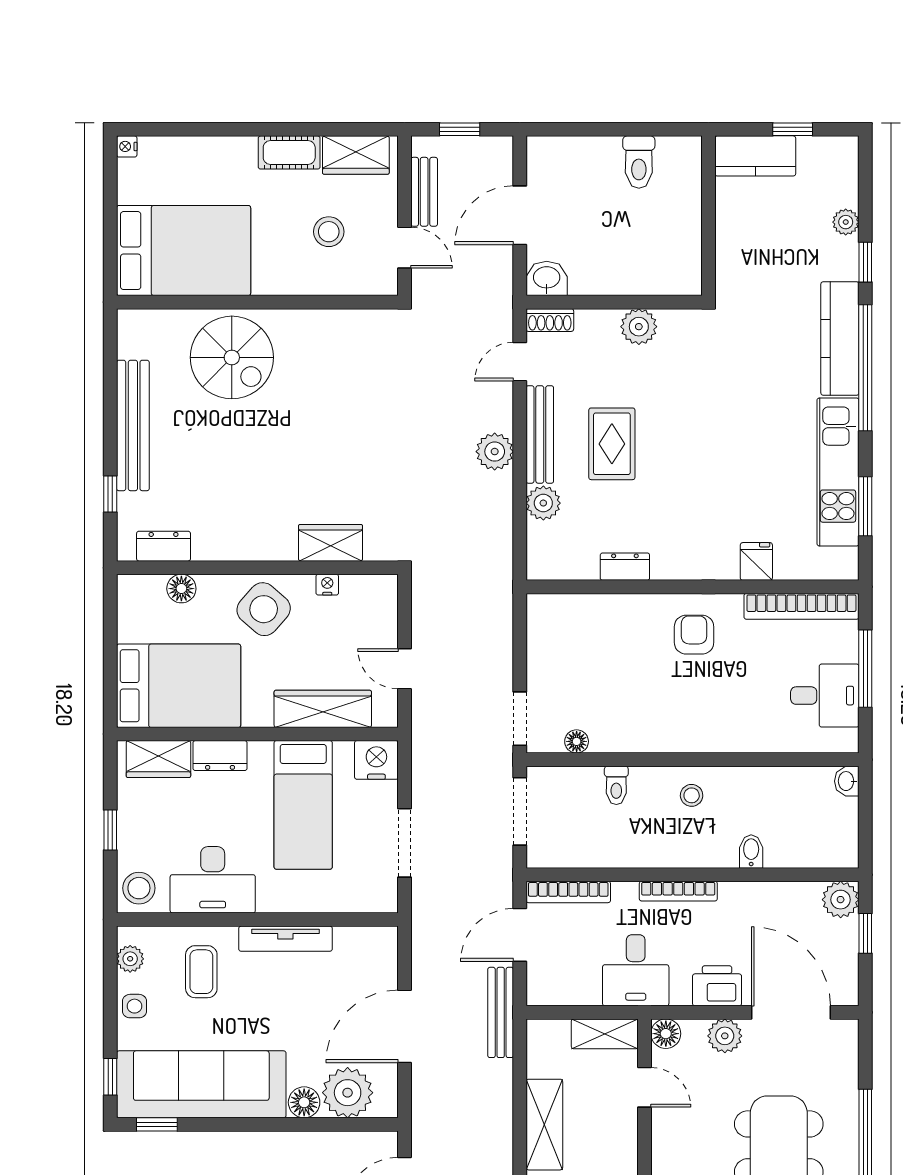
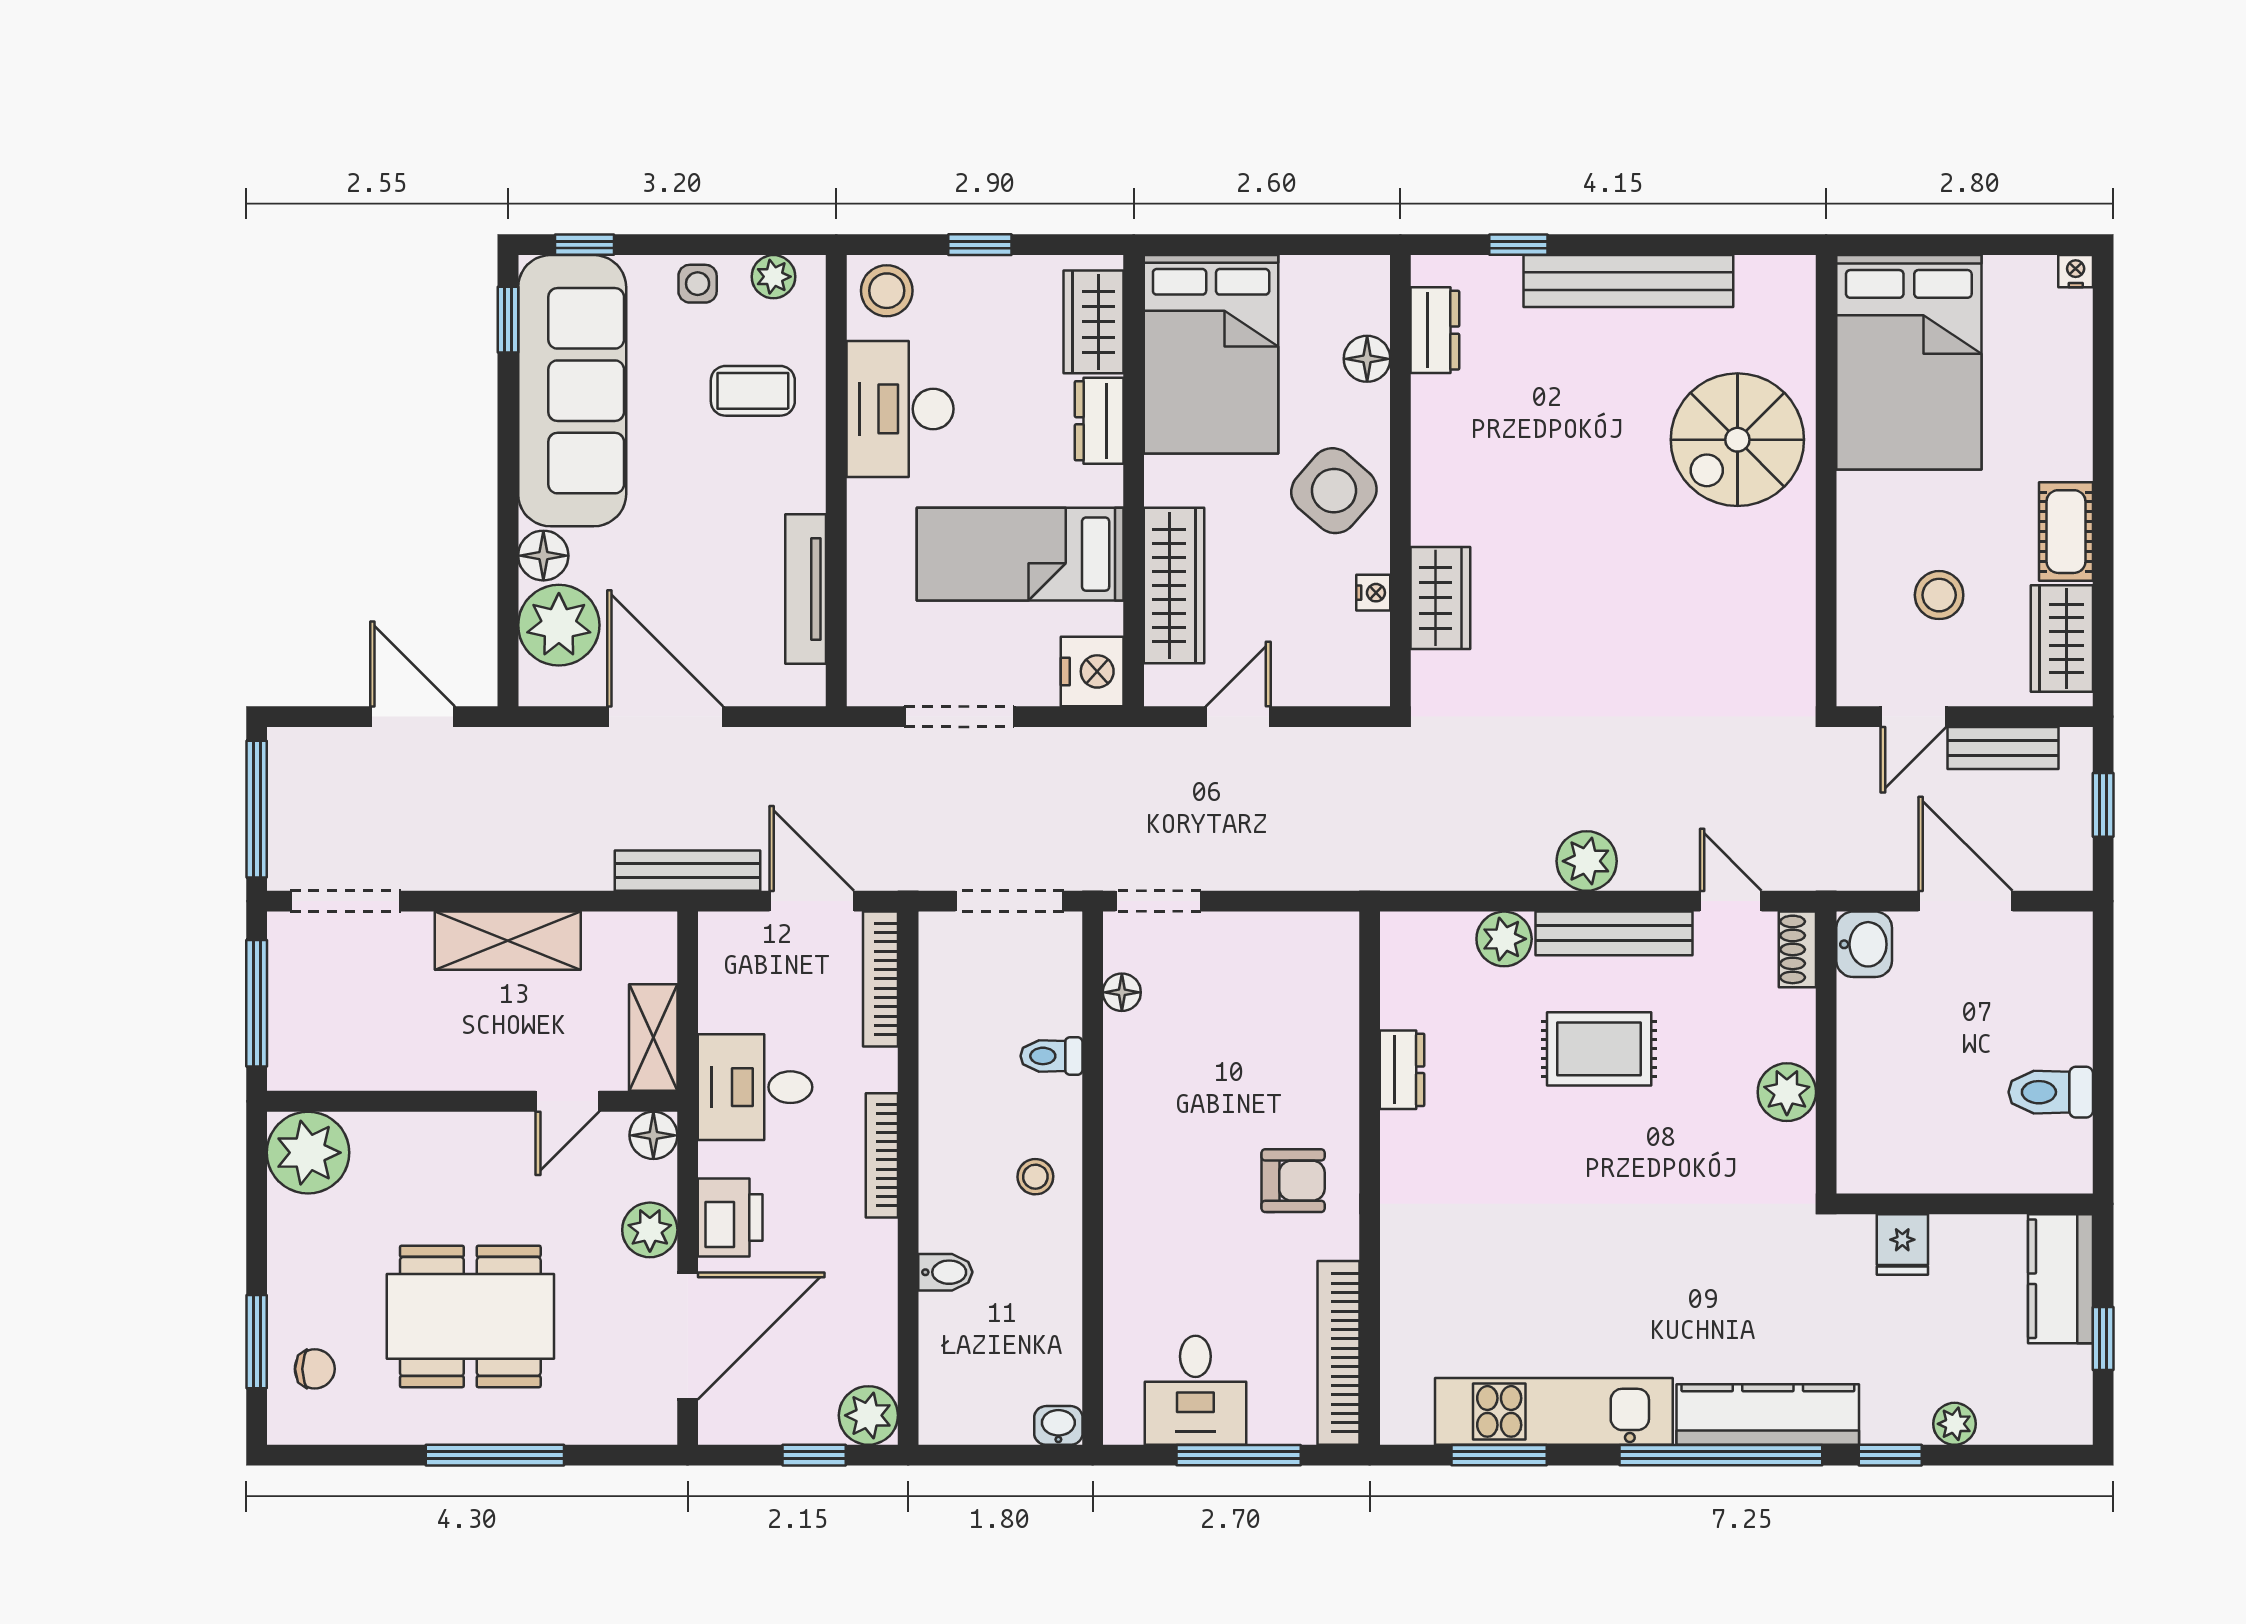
fridge: (756, 561) -> (1902, 1245), moved, turned 90
tv unit: (285, 939) -> (806, 589), moved

